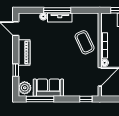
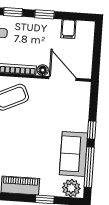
window: (86, 99) -> (92, 130), moved

